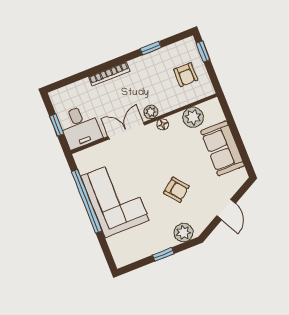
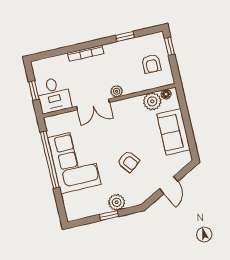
floor lamp: (163, 124) -> (166, 94), moved
double door: (126, 131) -> (93, 104), swing flipped
plant: (183, 233) -> (117, 202), moved

